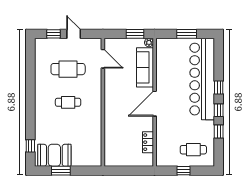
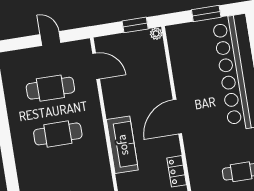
window: (53, 34) -> (23, 43), removed
sofa: (145, 67) -> (122, 145), moved, turned 180
cafe table: (68, 102) -> (58, 134), width x1.37, depth x1.35

